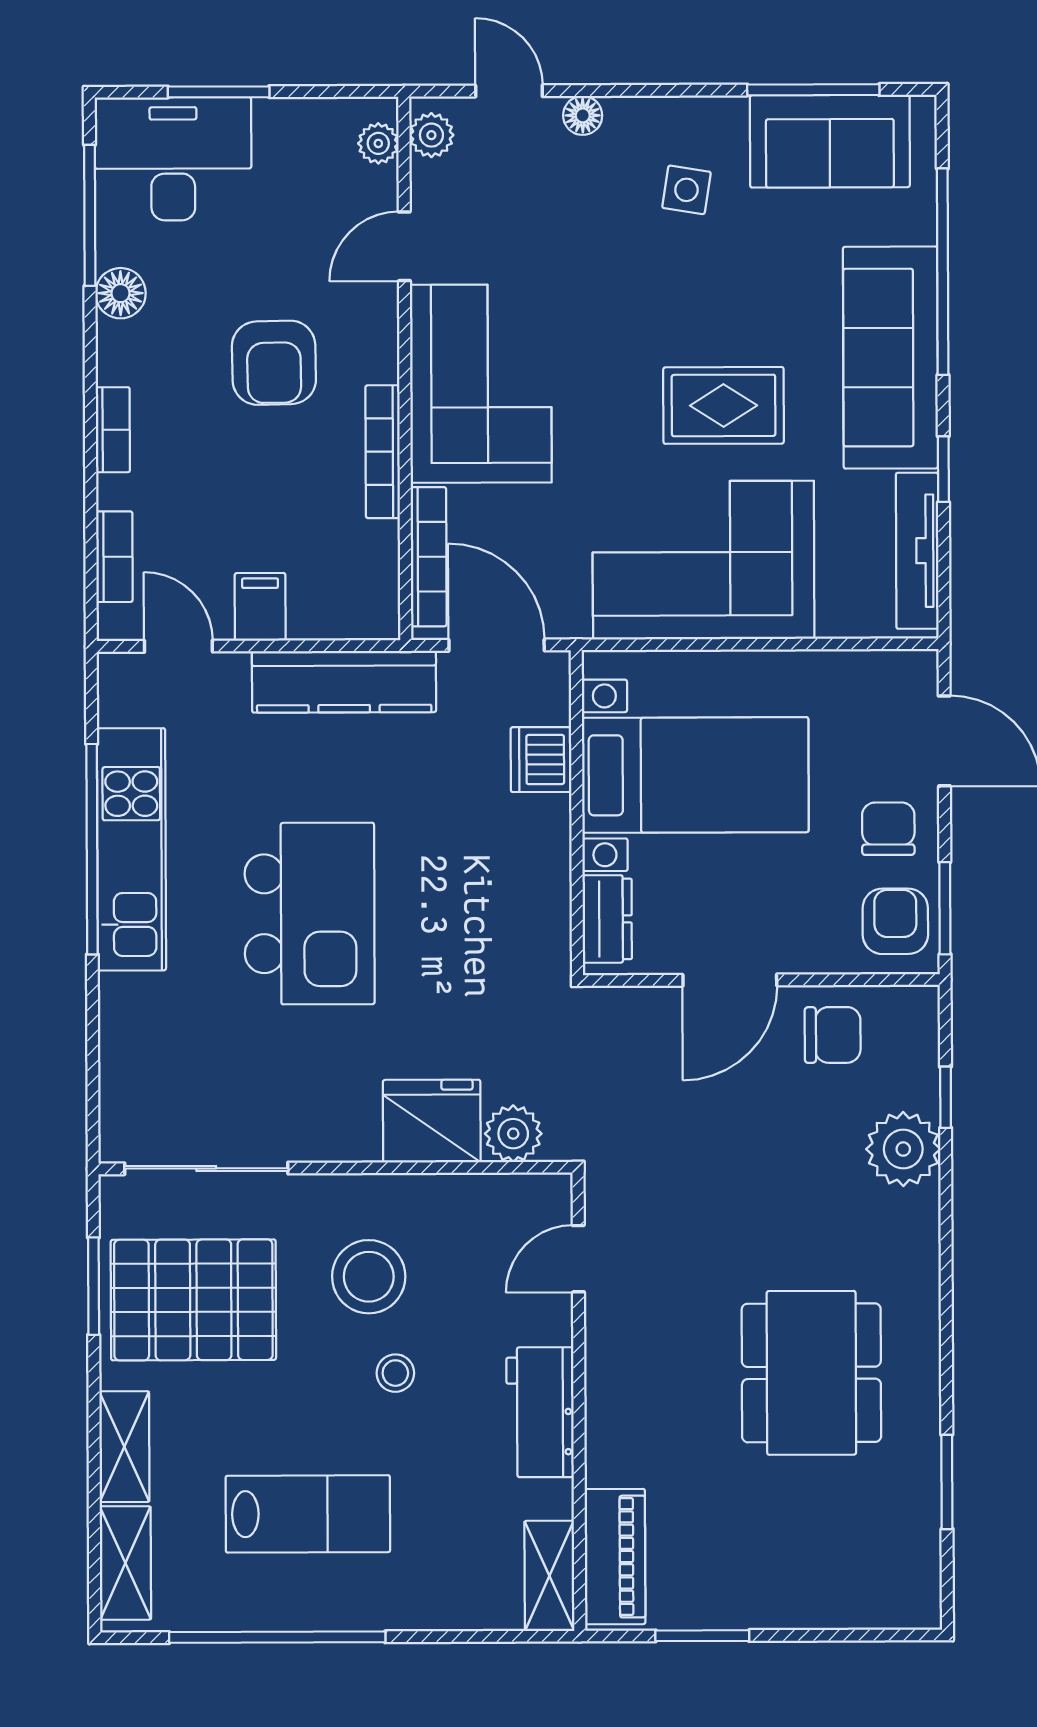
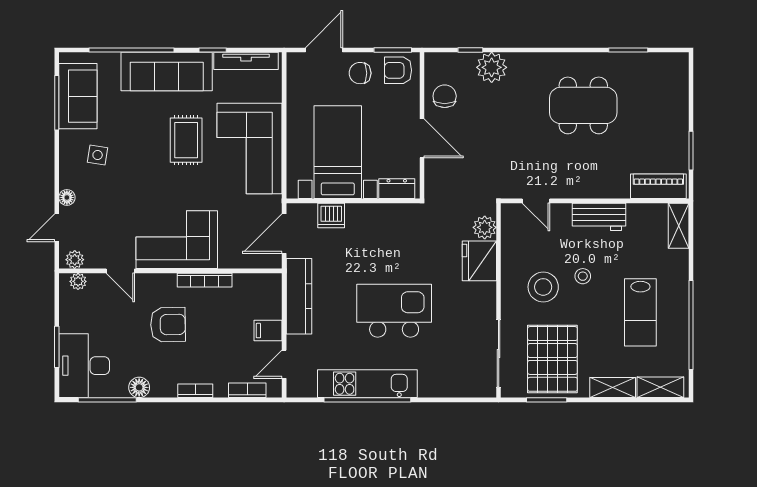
bookcase: (429, 557) -> (248, 261), removed
lab bench: (308, 1514) -> (640, 312), turned 180
shelving: (549, 1576) -> (679, 226), moved, turned 90

